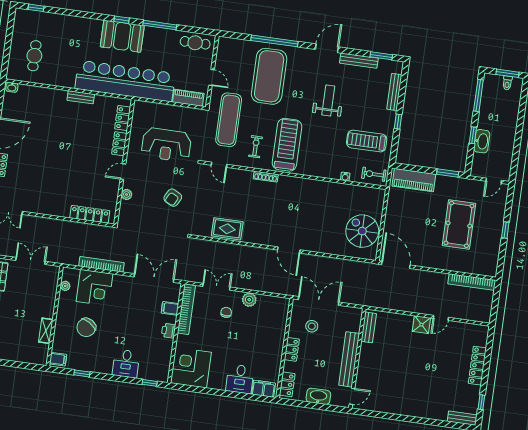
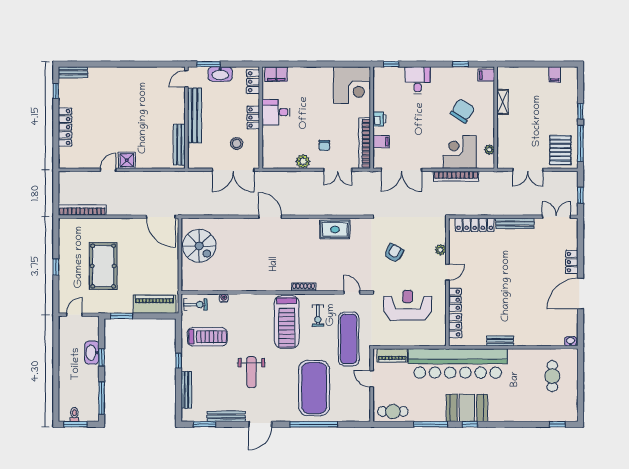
bench: (50, 210) -> (515, 223), added
bench: (369, 327) -> (179, 145), width x1.36
desk: (240, 379) -> (276, 112), moved, turned -90
window: (328, 408) -> (208, 64), added

